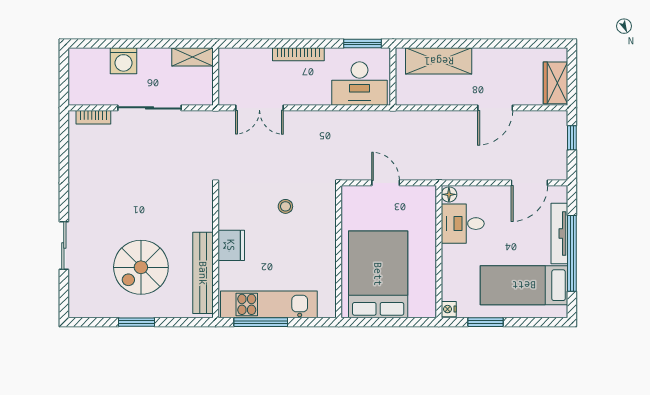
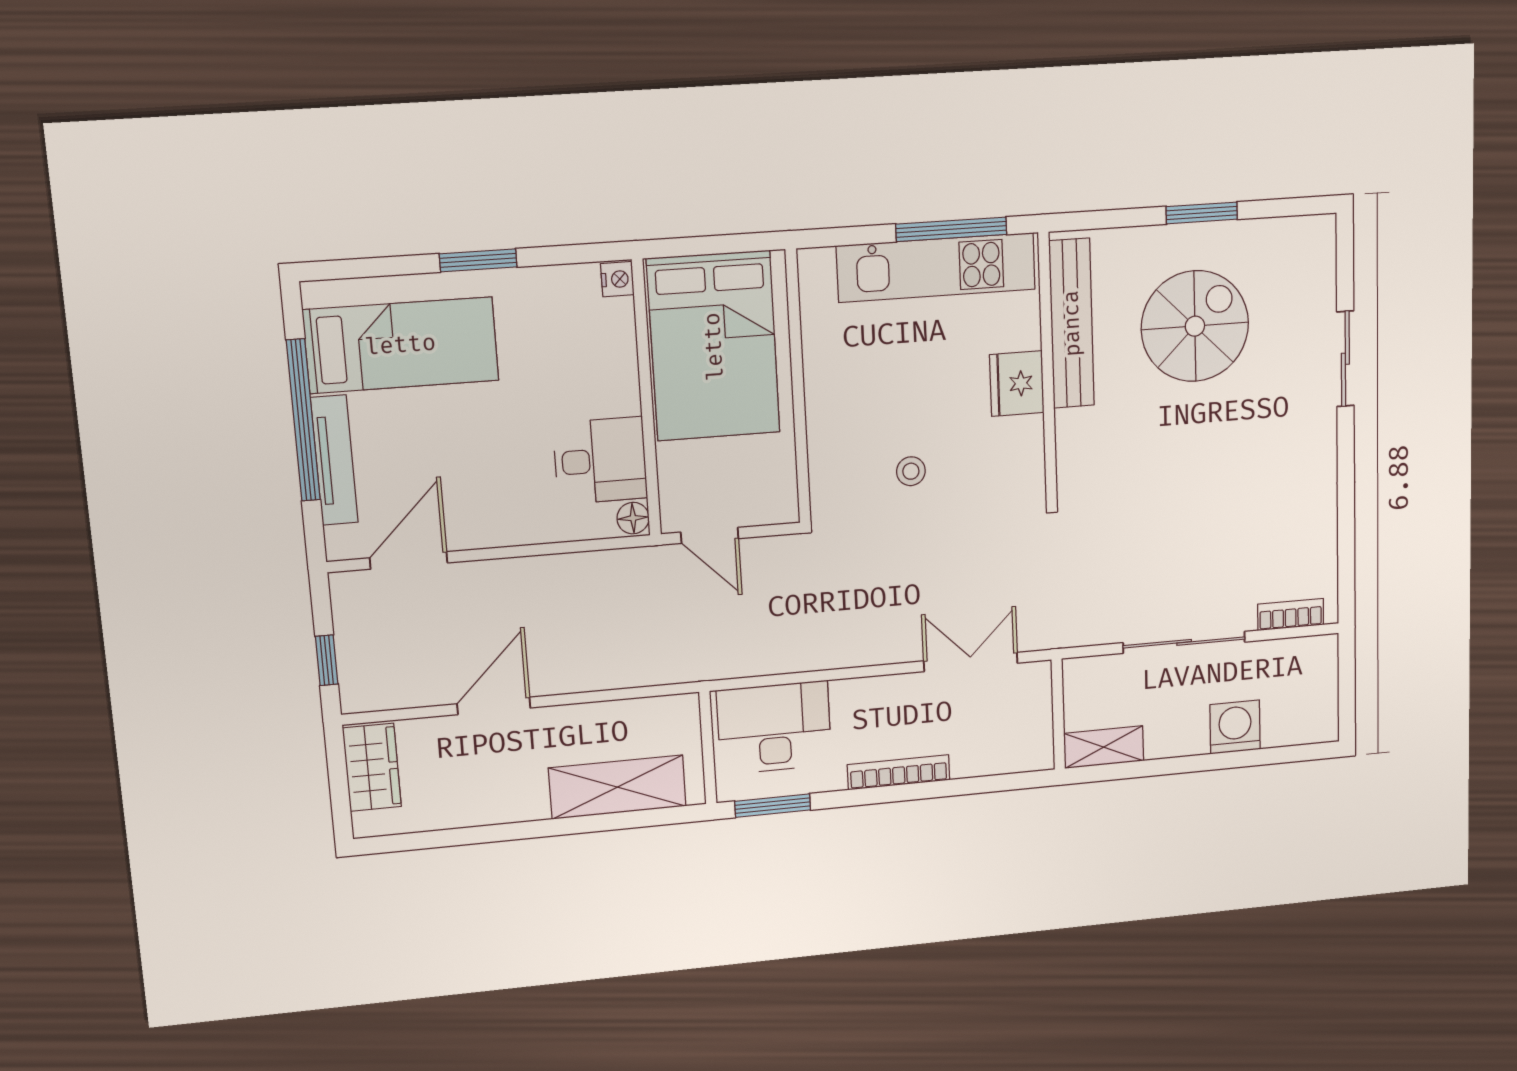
floor lamp: (449, 194) -> (633, 518), moved
desk: (463, 224) -> (600, 461), moved
wall: (439, 252) -> (646, 399), moved
nightstand: (449, 309) -> (617, 279), moved

